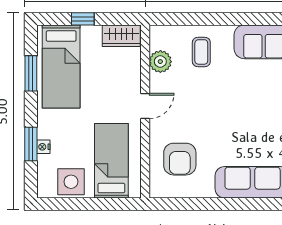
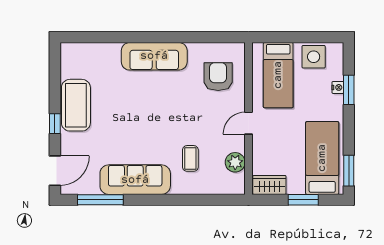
window: (83, 19) -> (303, 200), width x1.50
coffee table: (201, 52) -> (190, 158), moved
window: (31, 73) -> (349, 171), moved

